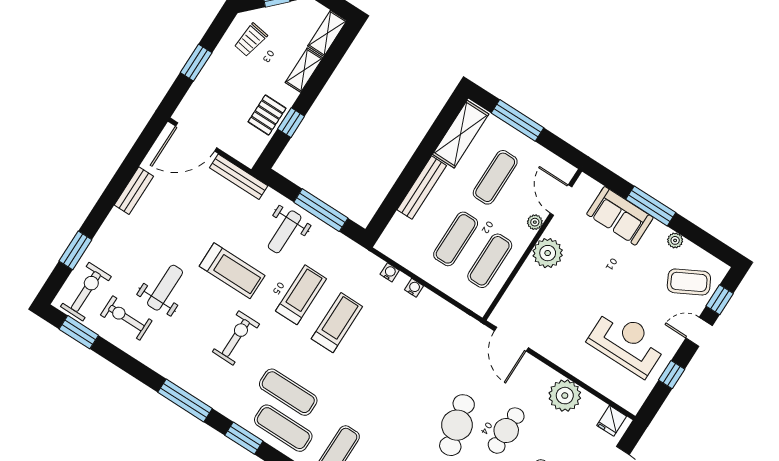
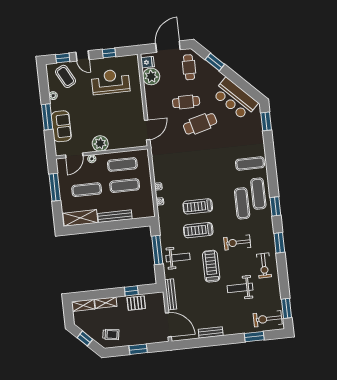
window: (517, 120) -> (55, 187), moved
exercise bike: (126, 318) -> (264, 266), moved
reception desk: (627, 343) -> (111, 82), turned 90
plant: (565, 396) -> (151, 76), moved
window: (185, 400) -> (279, 243), width x0.69

